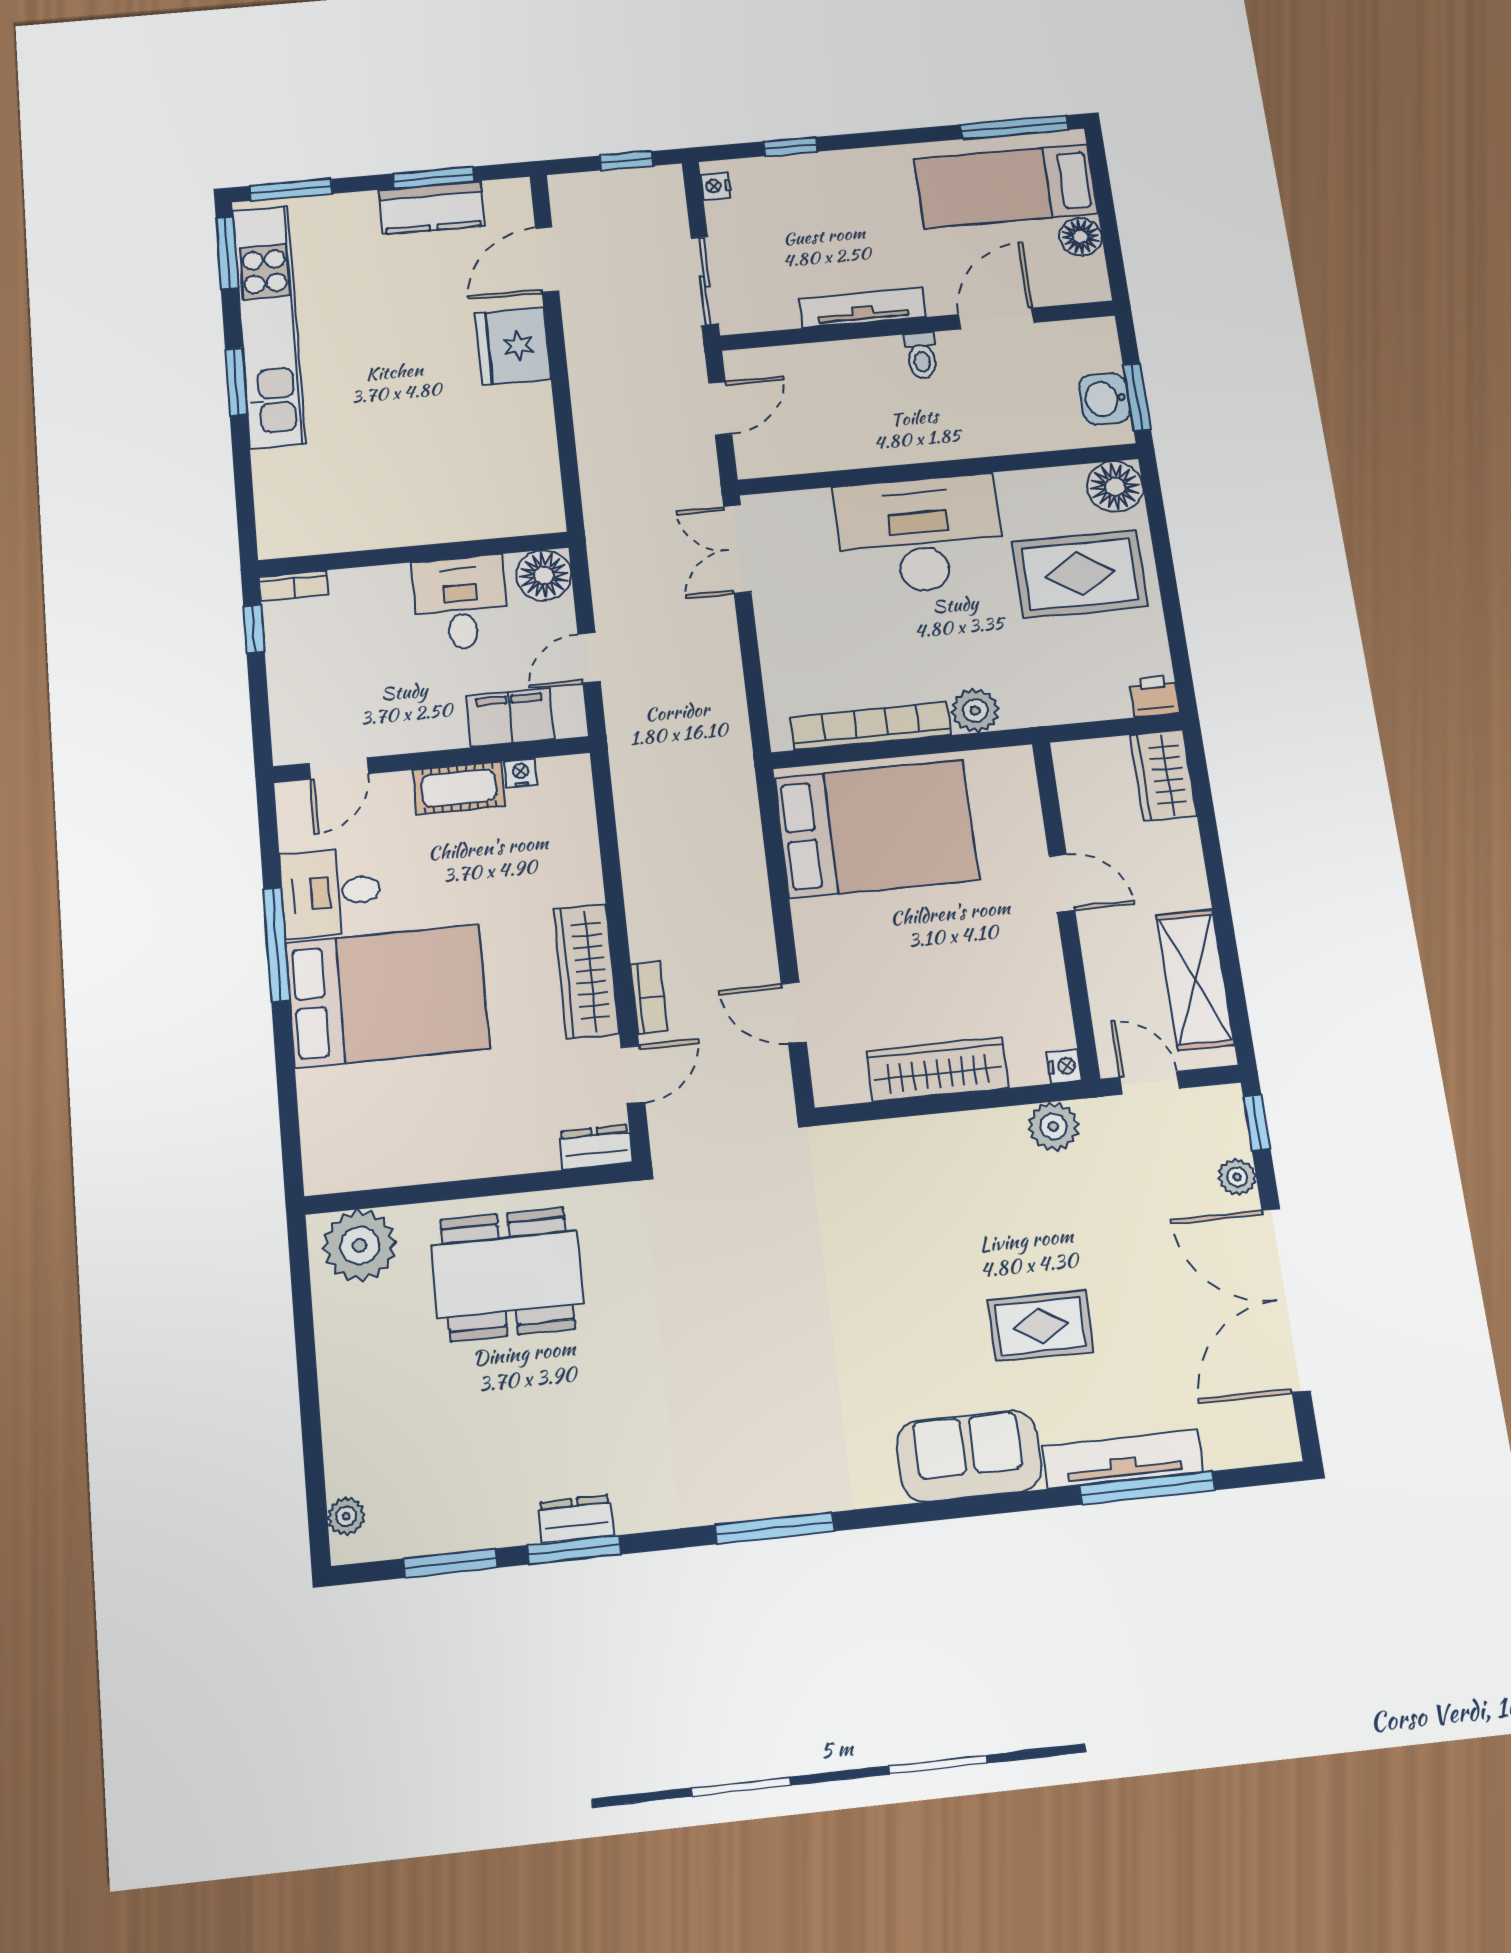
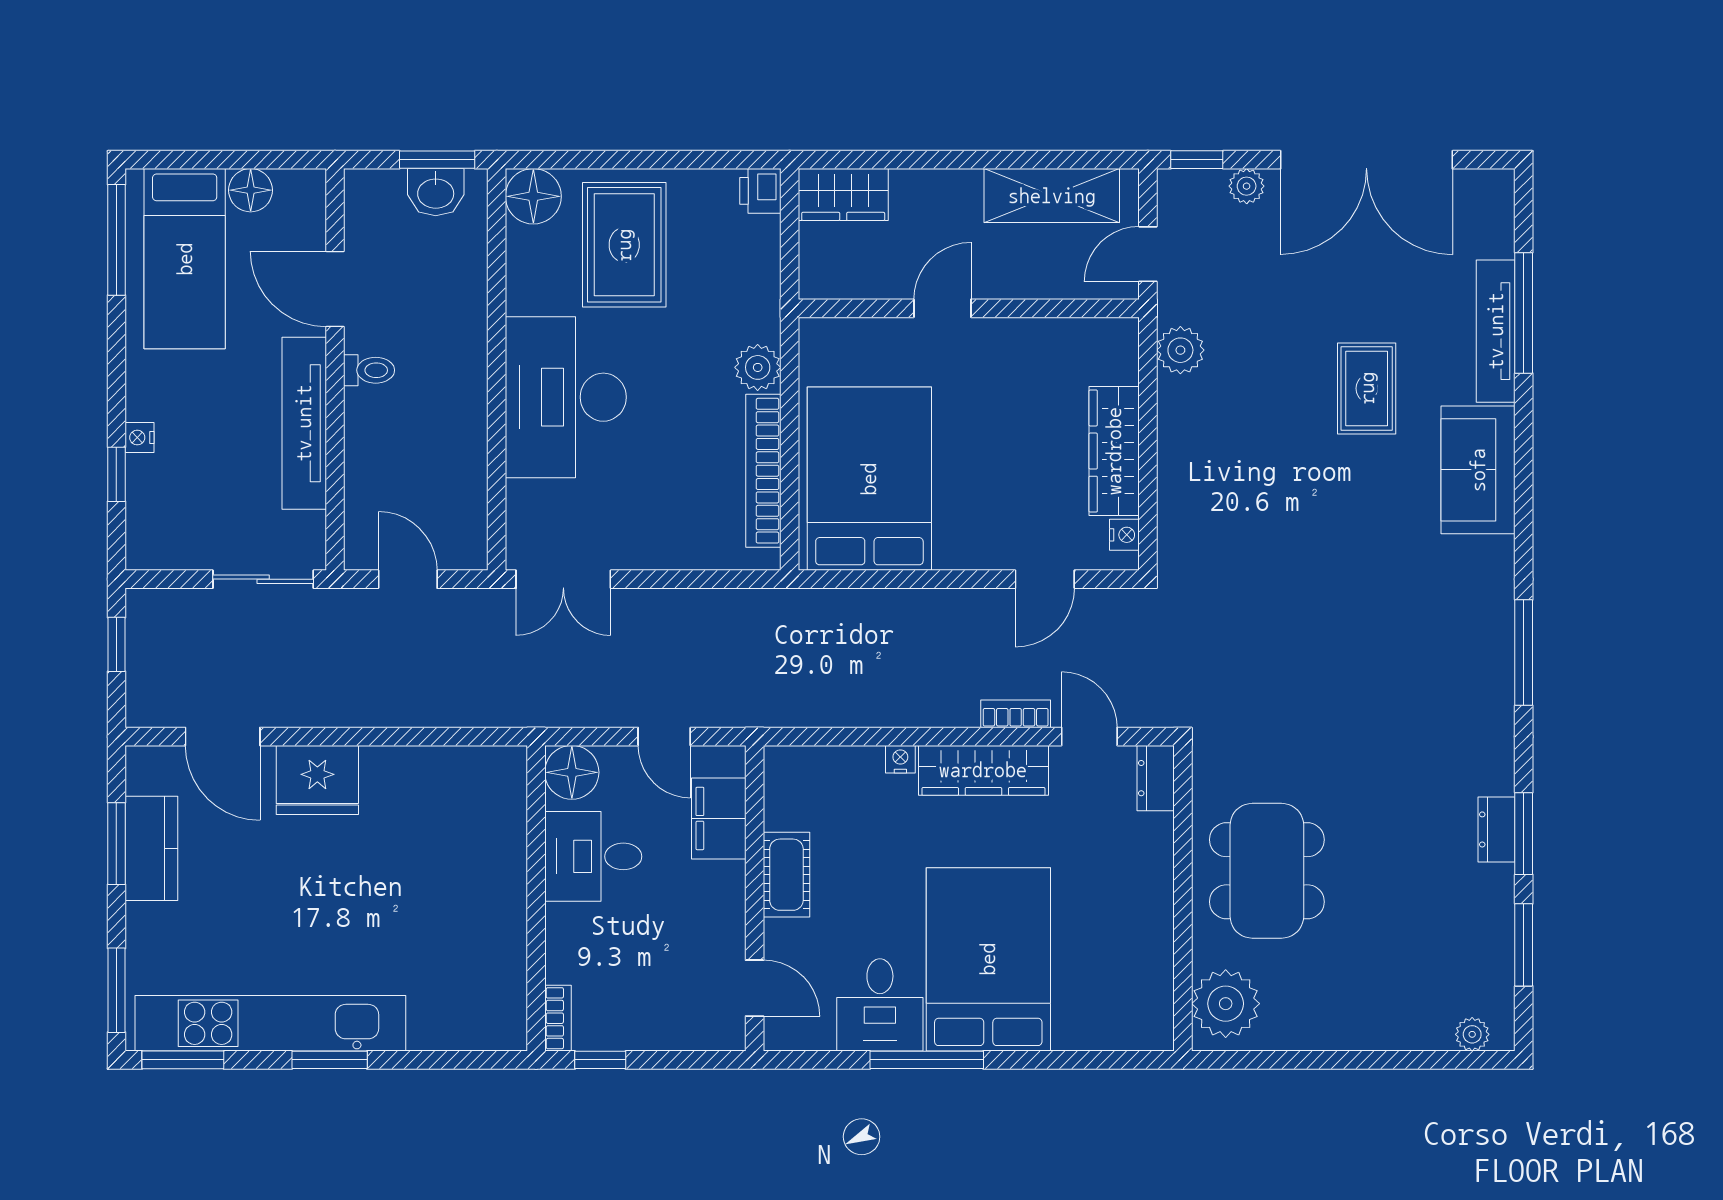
nightstand: (716, 186) -> (140, 438), moved, turned 90
tv unit: (862, 308) -> (304, 423), width x1.36, depth x1.29
nightstand: (521, 773) -> (900, 759), moved, turned 90
nightstand: (1064, 1066) -> (1124, 535), moved, turned 90

